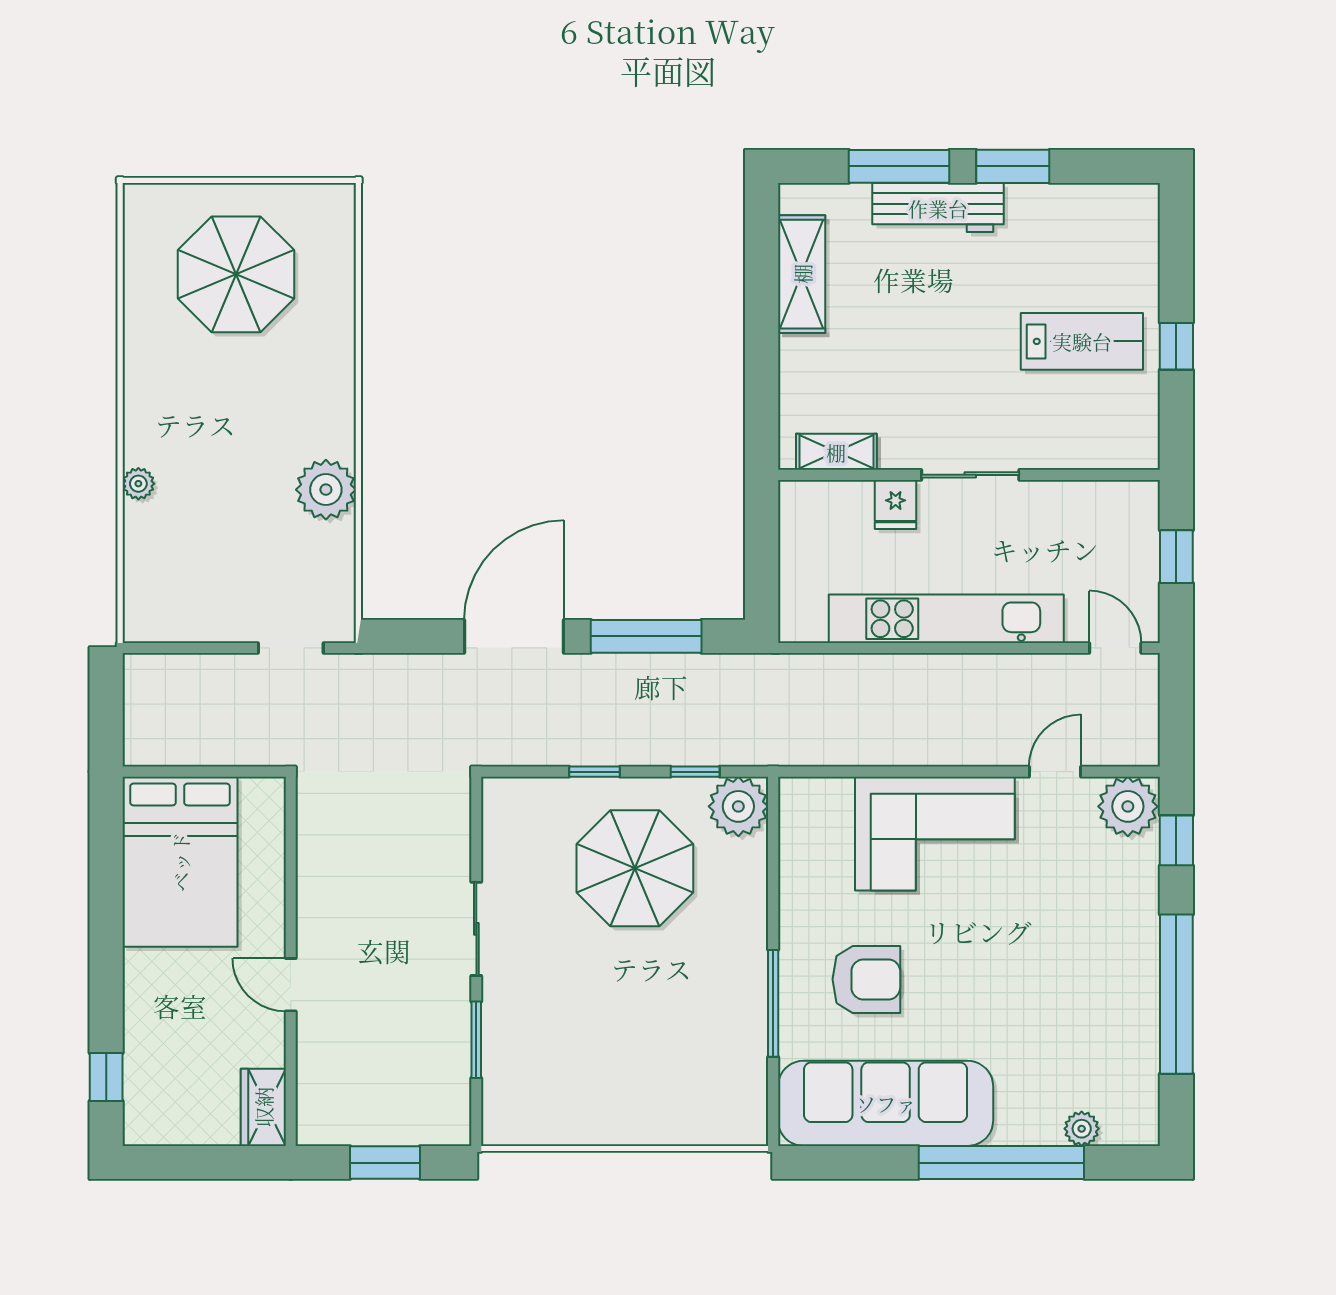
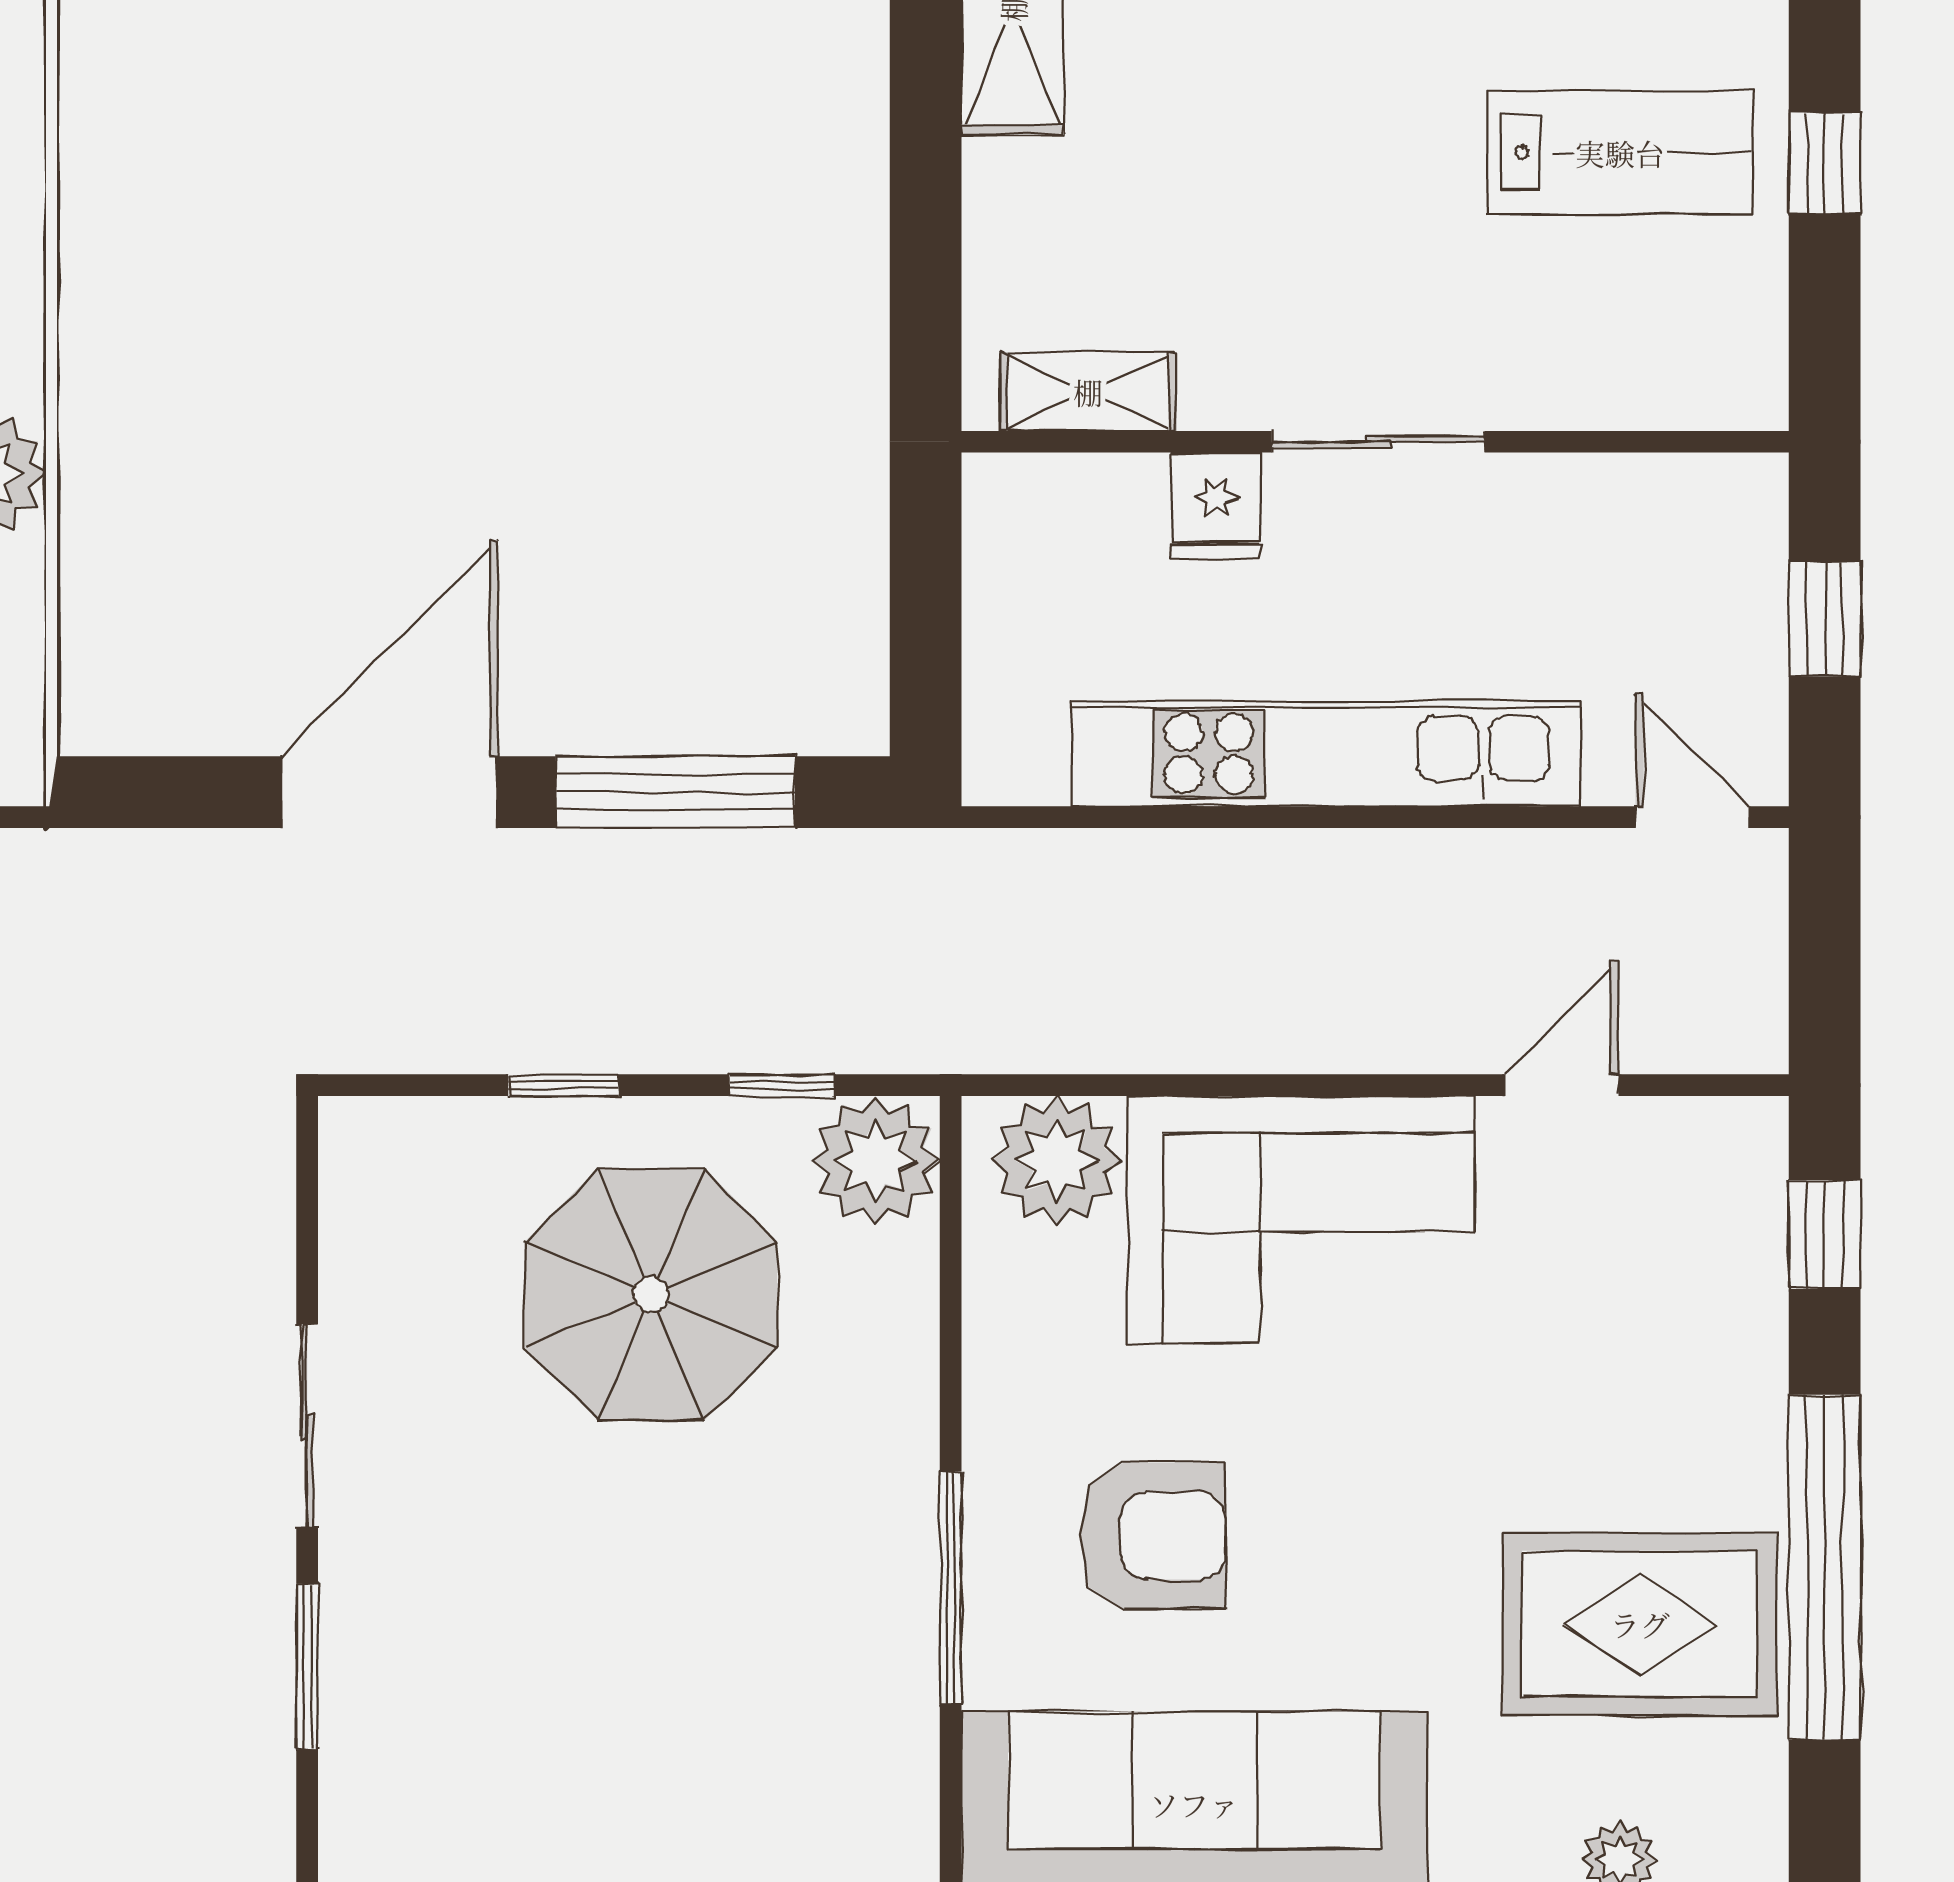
plant: (1128, 806) -> (1056, 1161), moved
rug: (1091, 1020) -> (1640, 1624), added

